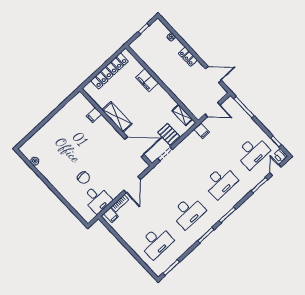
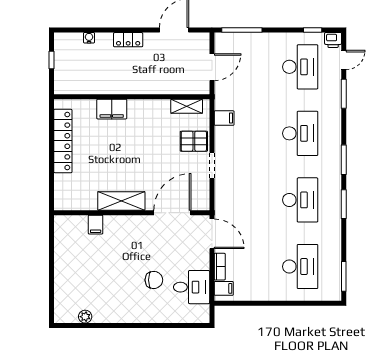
filing cabinet: (94, 115) -> (96, 225), moved
shelving: (117, 117) -> (121, 201), moved
wall: (116, 127) -> (132, 213), moved
filing cabinet: (202, 131) -> (224, 118), moved
door: (134, 147) -> (172, 213), moved
door: (276, 170) -> (344, 60), swing flipped

